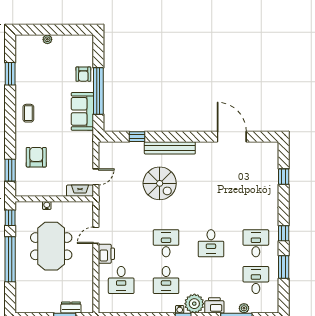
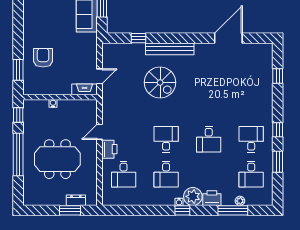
coffee table: (28, 113) -> (36, 16), removed
door: (232, 137) -> (228, 38), hinge flipped
meeting table: (51, 246) -> (57, 159), moved, turned 90
desk: (256, 280) -> (251, 174), turned 180

